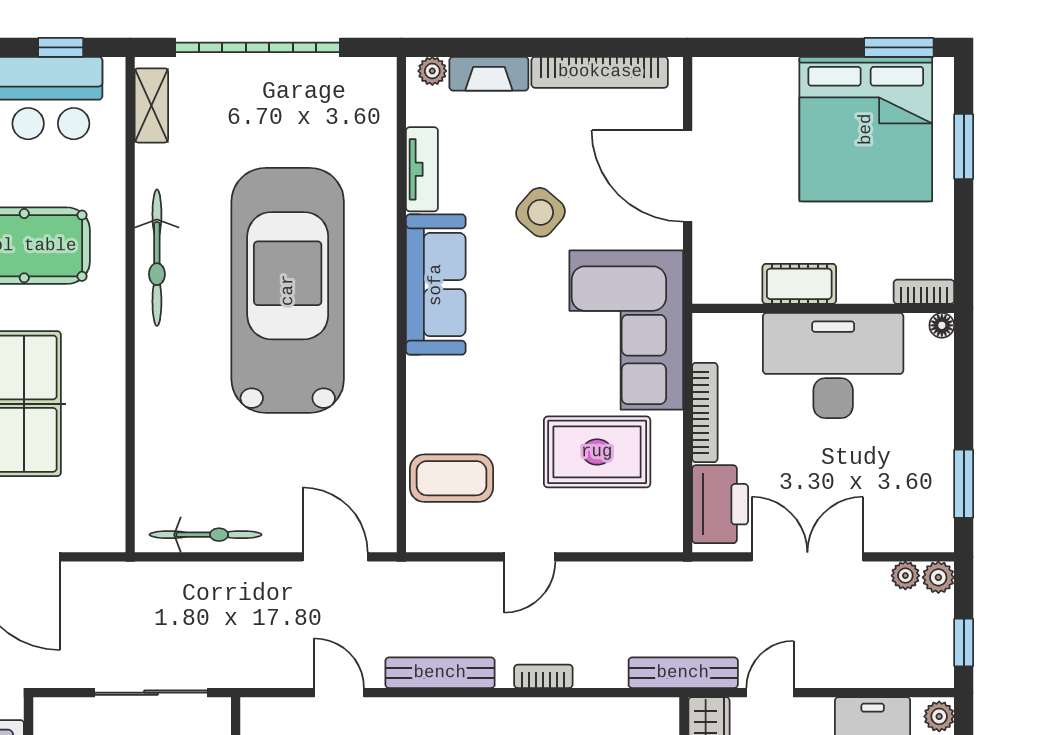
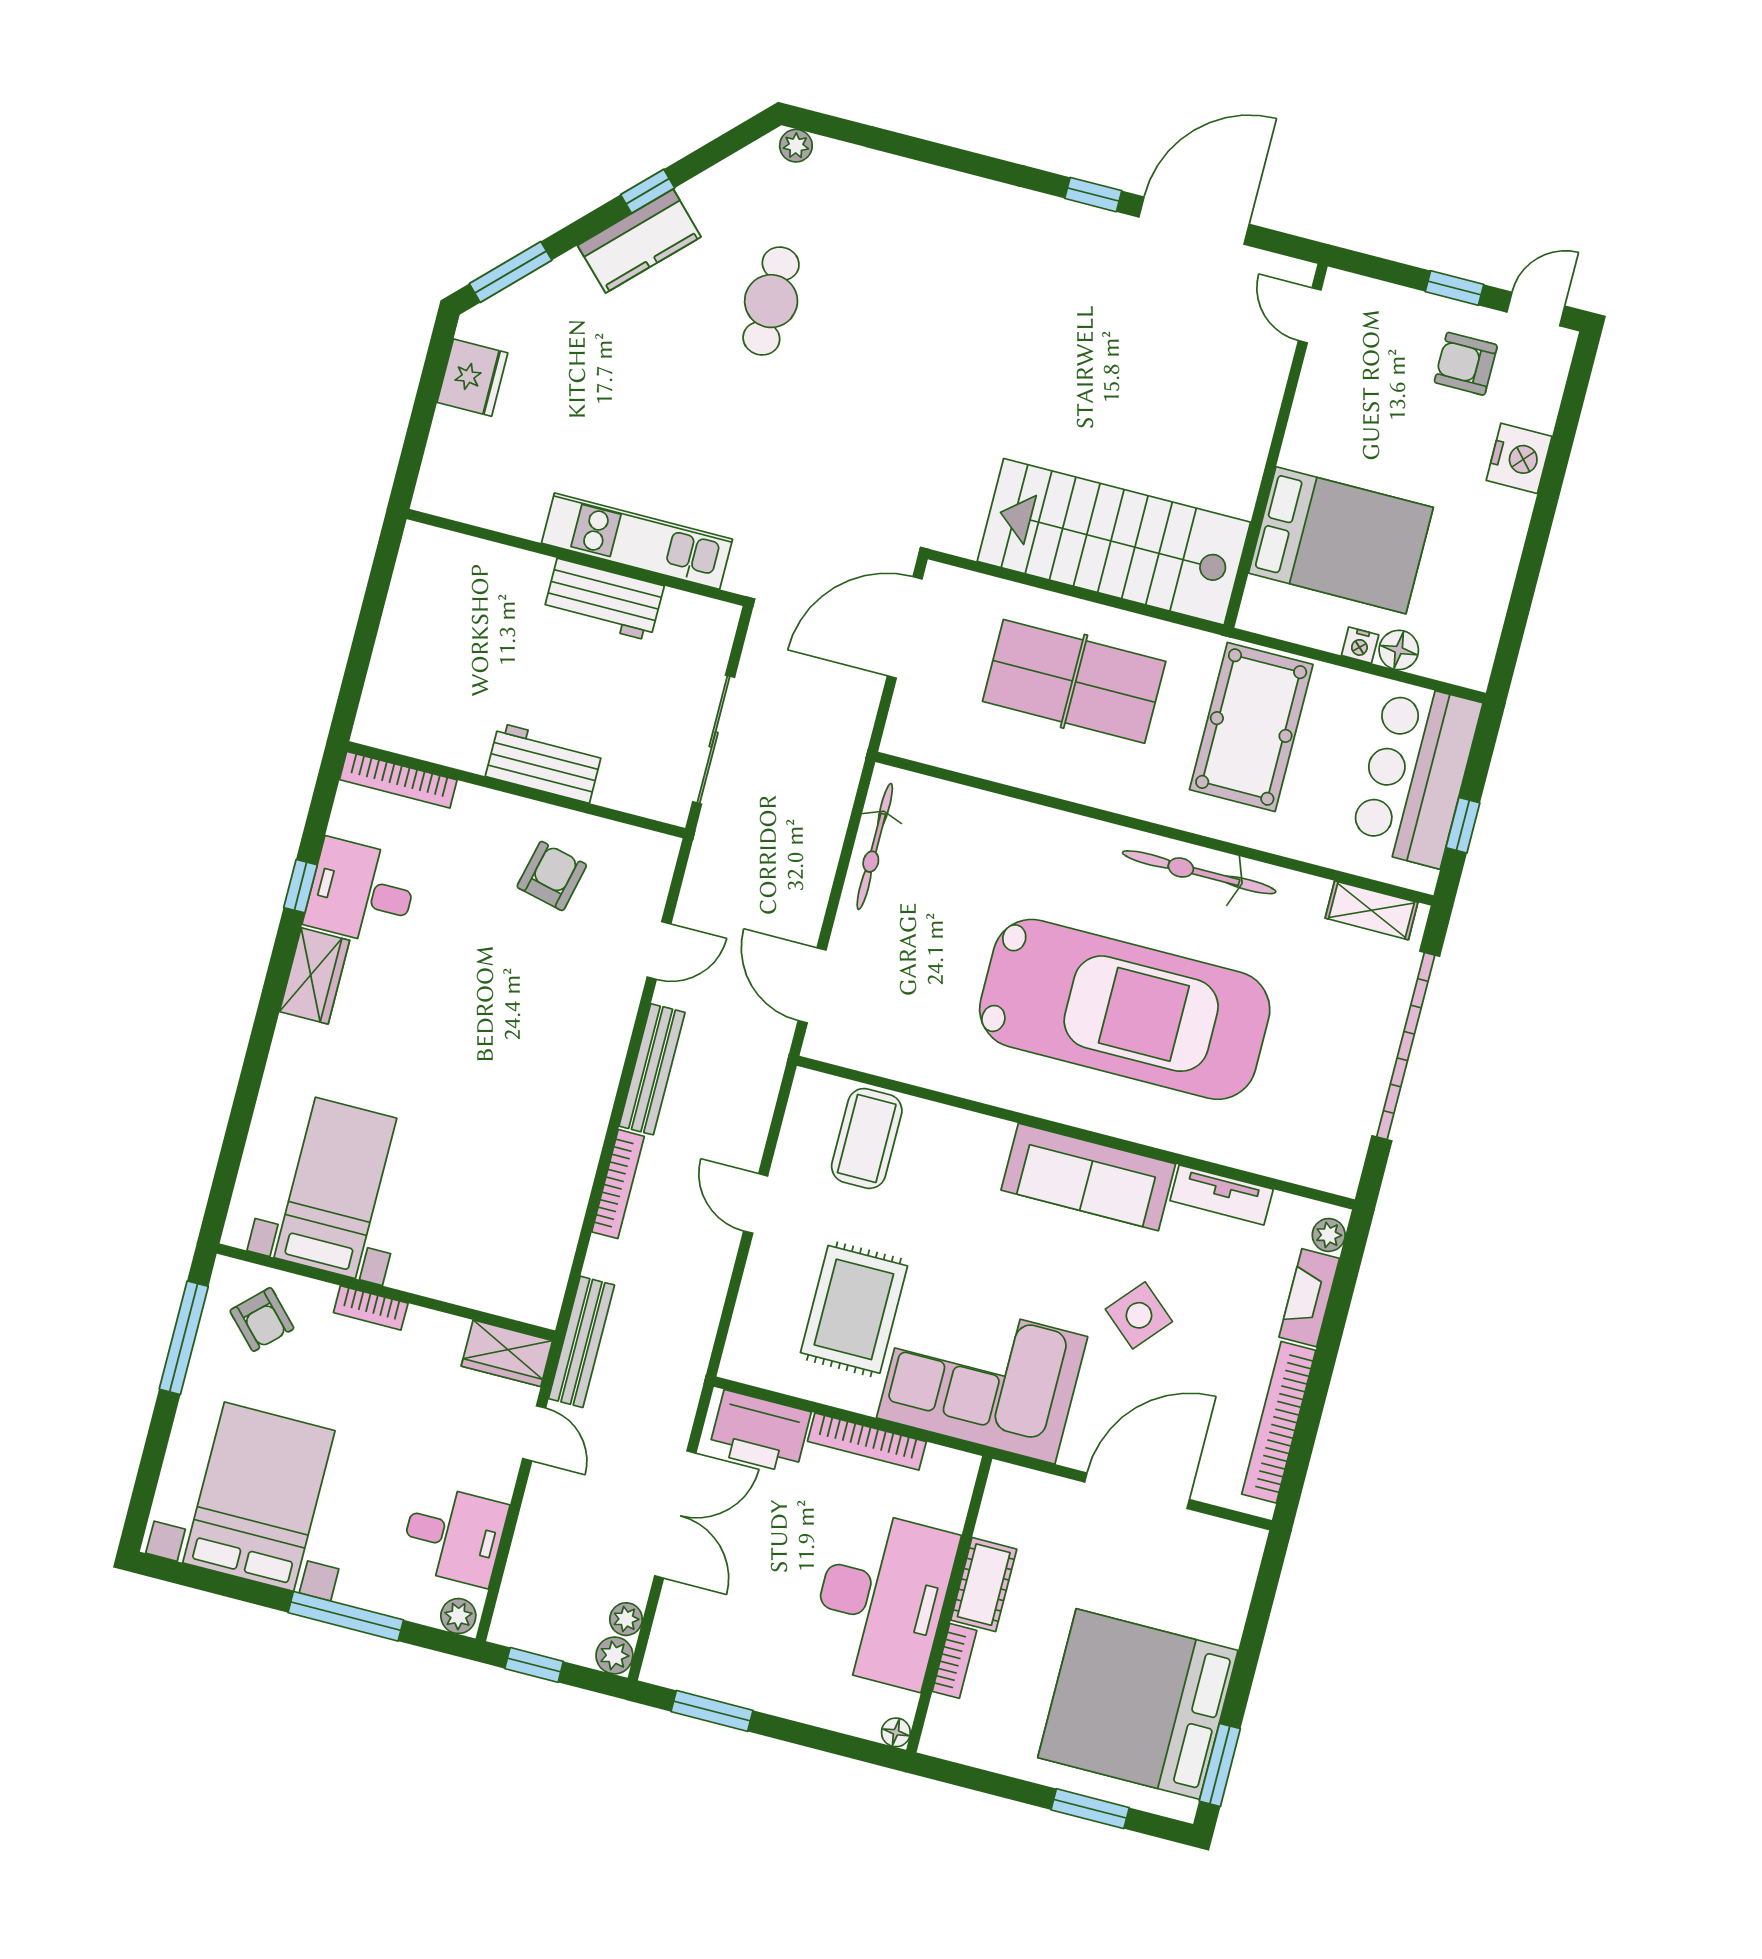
bookcase: (924, 292) -> (955, 1661), moved
door: (335, 557) -> (812, 985), swing flipped
bookcase: (543, 676) -> (618, 1184), width x1.56

